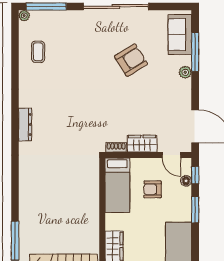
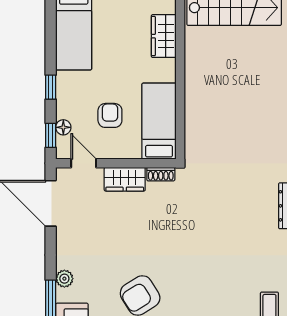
armchair: (153, 189) -> (110, 115), turned -90
window: (195, 210) -> (51, 87), width x0.67

